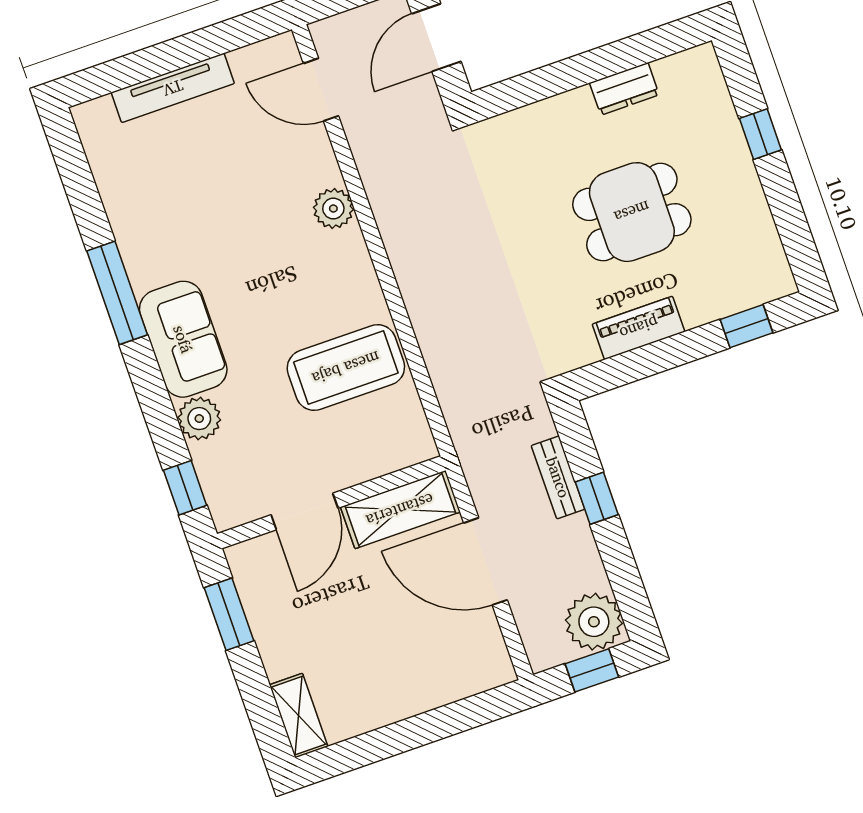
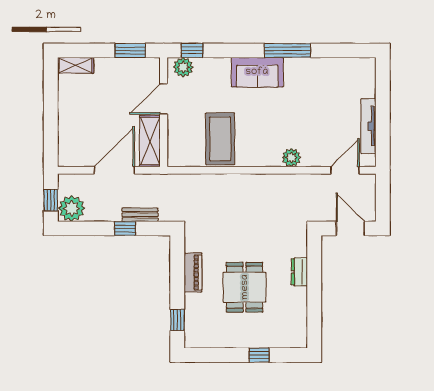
tv unit: (173, 88) -> (368, 126), moved
dresser: (624, 89) -> (299, 272), moved
plant: (199, 419) -> (183, 67), moved
door: (304, 511) -> (164, 99), hinge flipped

